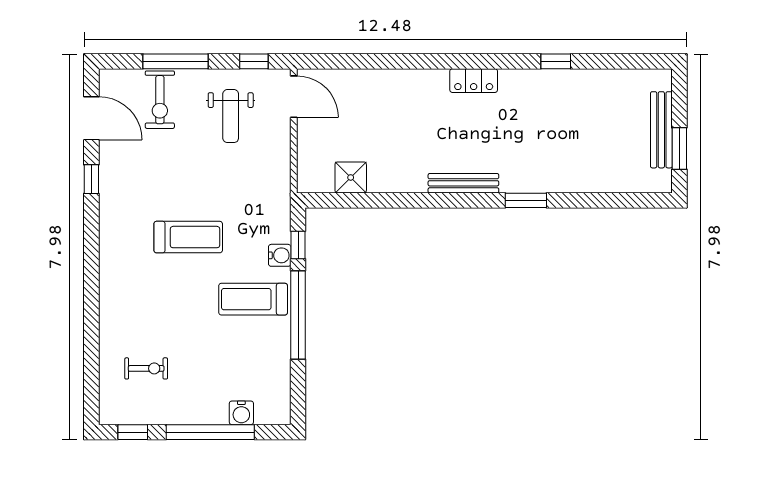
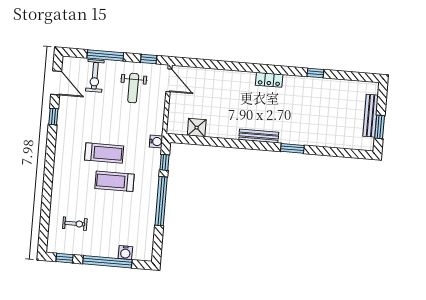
water cooler: (280, 255) -> (156, 141), moved
treadmill: (253, 299) -> (115, 181), moved

